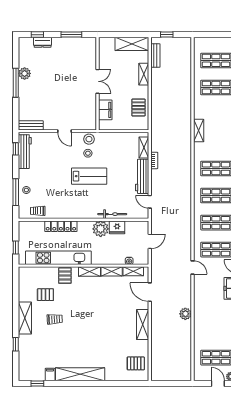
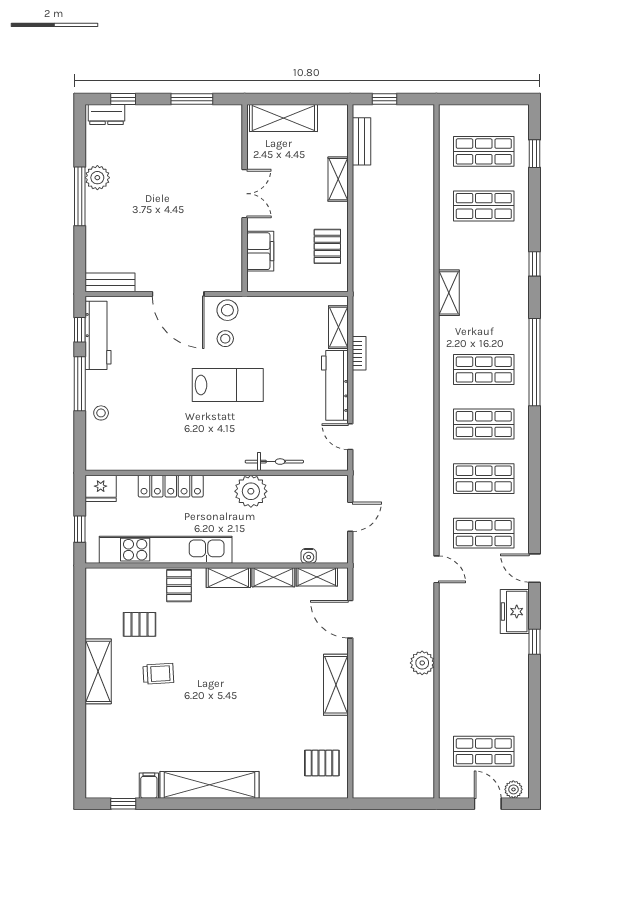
dresser: (43, 42) -> (107, 115), moved
shelving: (132, 44) -> (283, 118), moved
door: (65, 131) -> (178, 294), width x1.88
window: (16, 192) -> (80, 384), moved
trolley: (38, 211) -> (124, 455), removed
fridge: (117, 227) -> (101, 488), moved
window: (16, 344) -> (80, 724), removed

